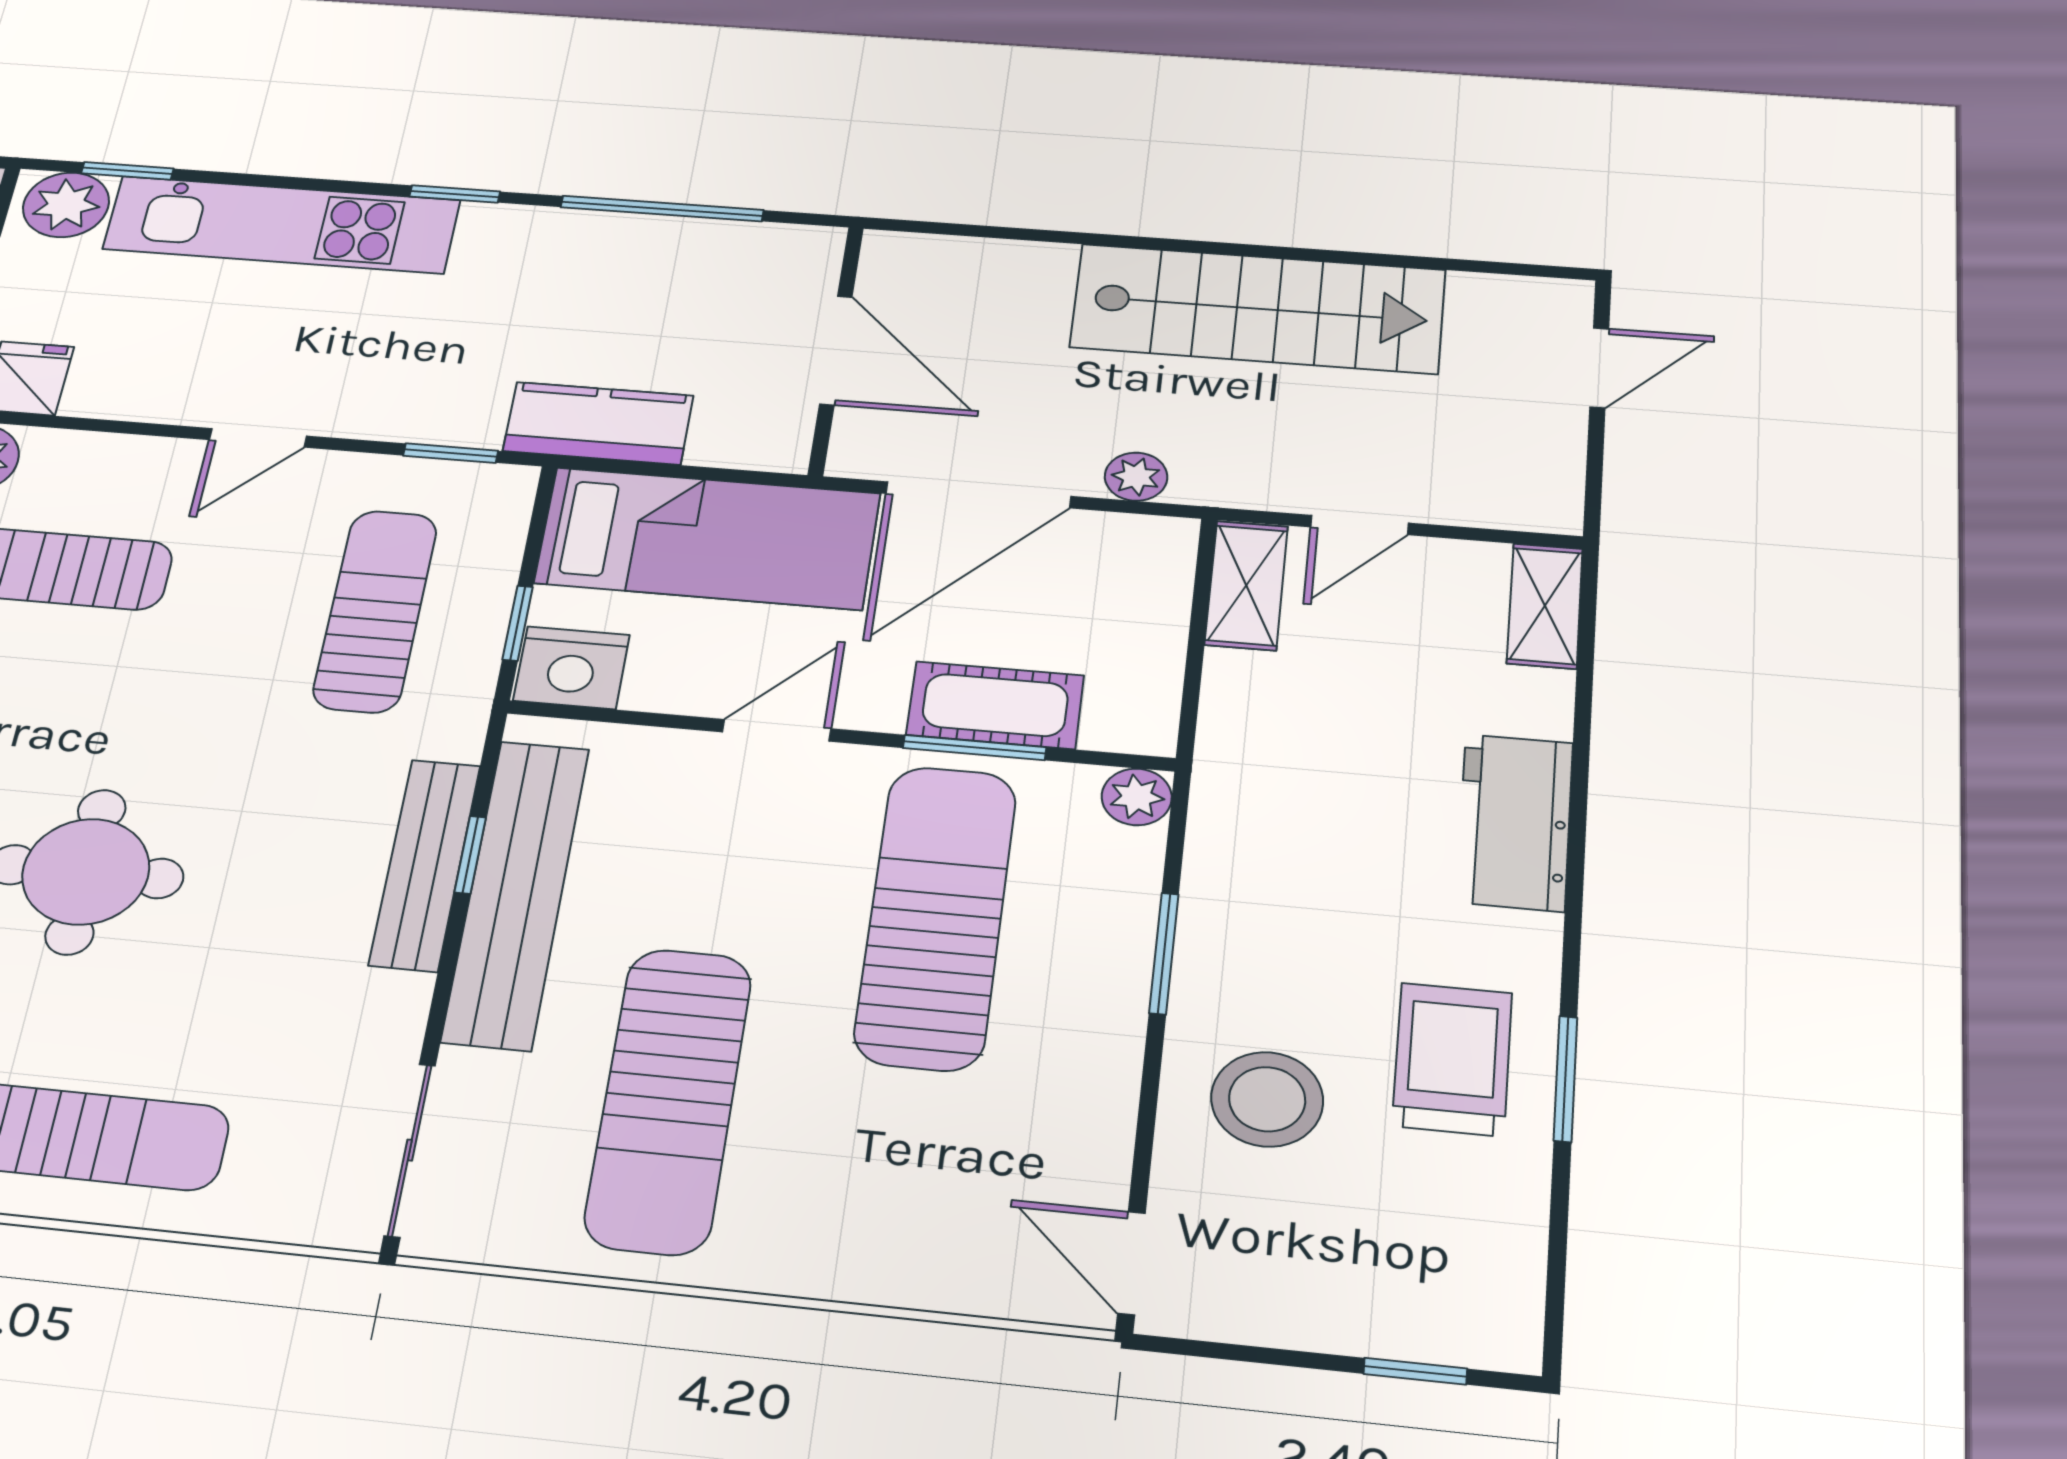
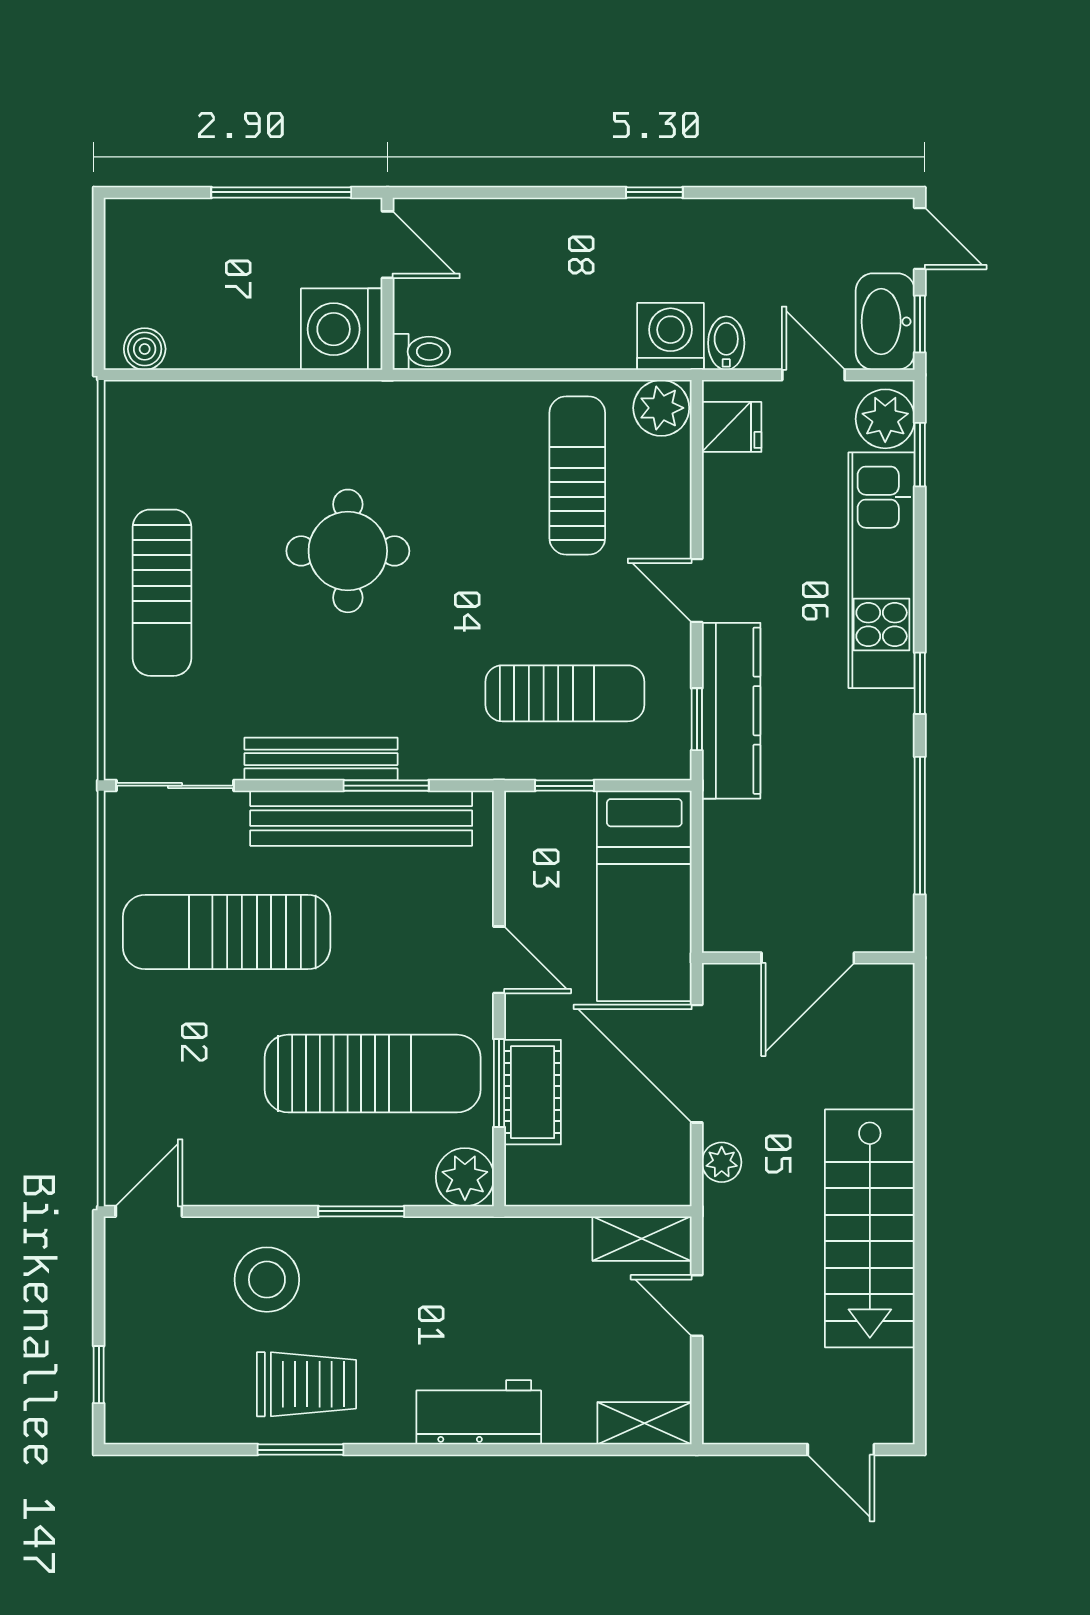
kitchen counter: (598, 423) -> (731, 711), moved, width x1.50
nightstand: (571, 668) -> (533, 825), removed
plant: (1137, 797) -> (465, 1177), width x1.38, depth x1.38
window: (470, 855) -> (386, 786), width x1.50
bench: (425, 865) -> (321, 759), moved

